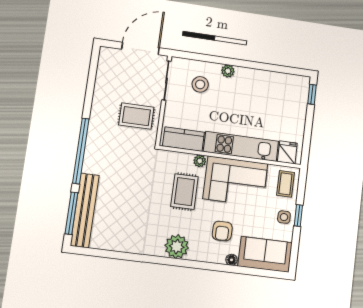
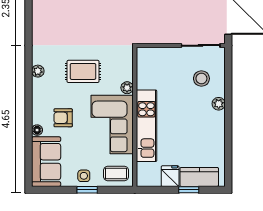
window: (312, 94) -> (189, 190), moved
rug: (136, 116) -> (162, 21), removed
kitchen counter: (183, 139) -> (199, 177), moved, turned -90
fridge: (287, 152) -> (170, 176), moved, turned -90
rug: (184, 192) -> (83, 71), moved
plant: (177, 247) -> (38, 71), width x0.53, depth x0.53

